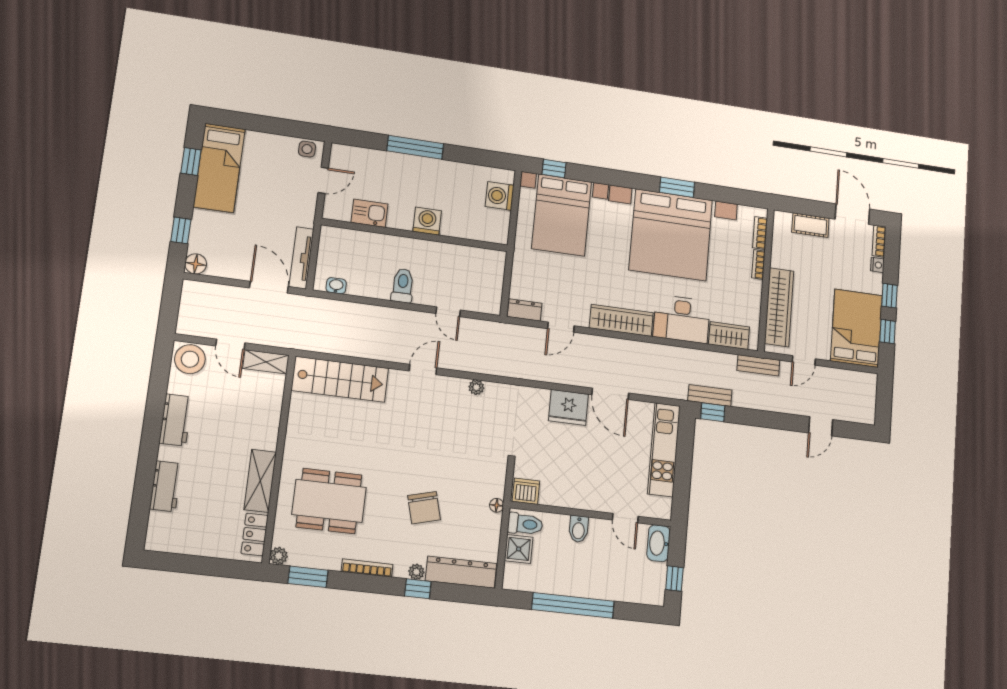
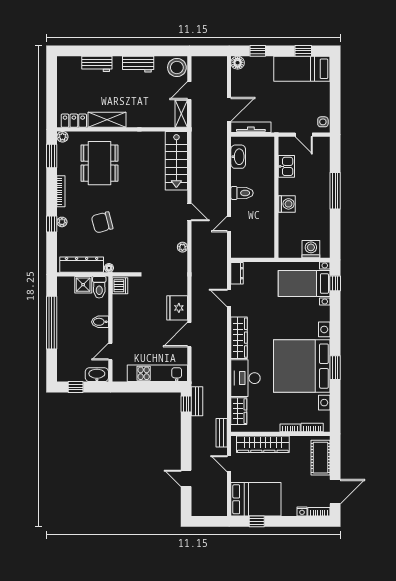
bed with nightstands: (562, 215) -> (304, 284), width x0.73
cot: (810, 225) -> (321, 458), width x1.37, depth x1.34
washbasin: (336, 286) -> (238, 157), width x1.91, depth x1.45
window: (889, 296) -> (282, 521), removed
dresser: (461, 572) -> (82, 265), moved, turned -90

